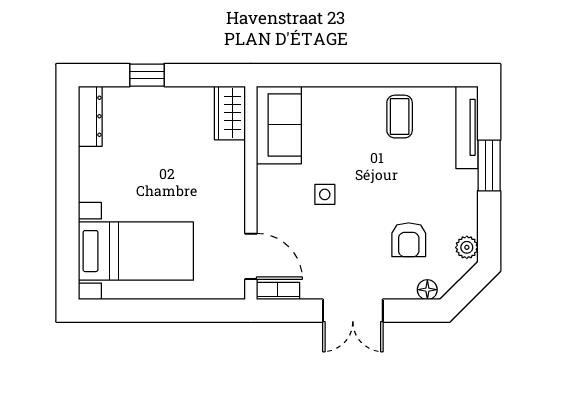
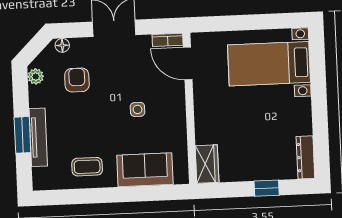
coffee table: (400, 117) -> (87, 167), turned 90
sofa: (279, 125) -> (145, 170), moved, turned 90
tv unit: (467, 127) -> (38, 137), moved

